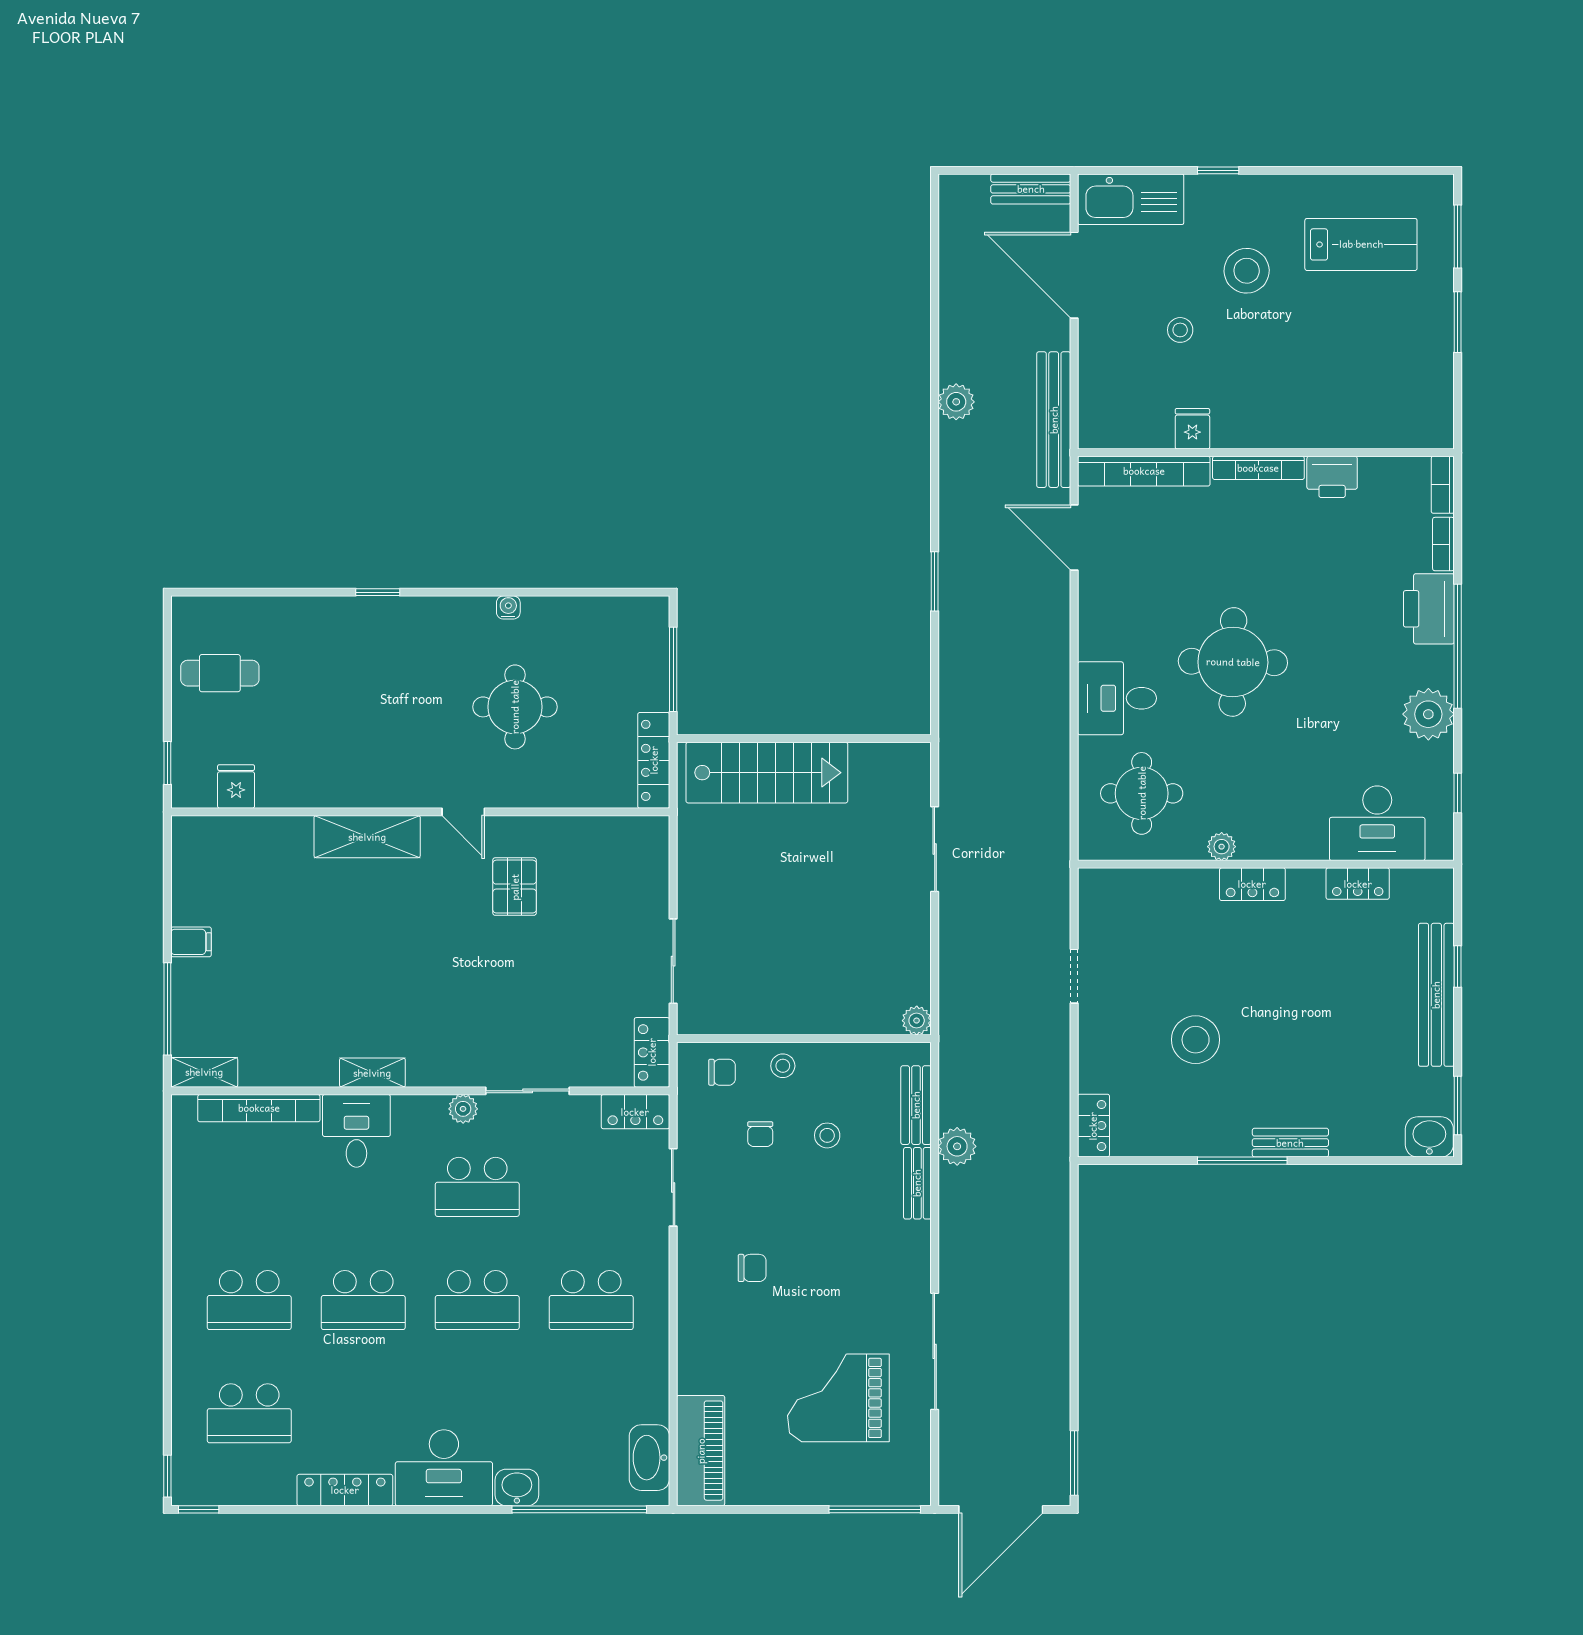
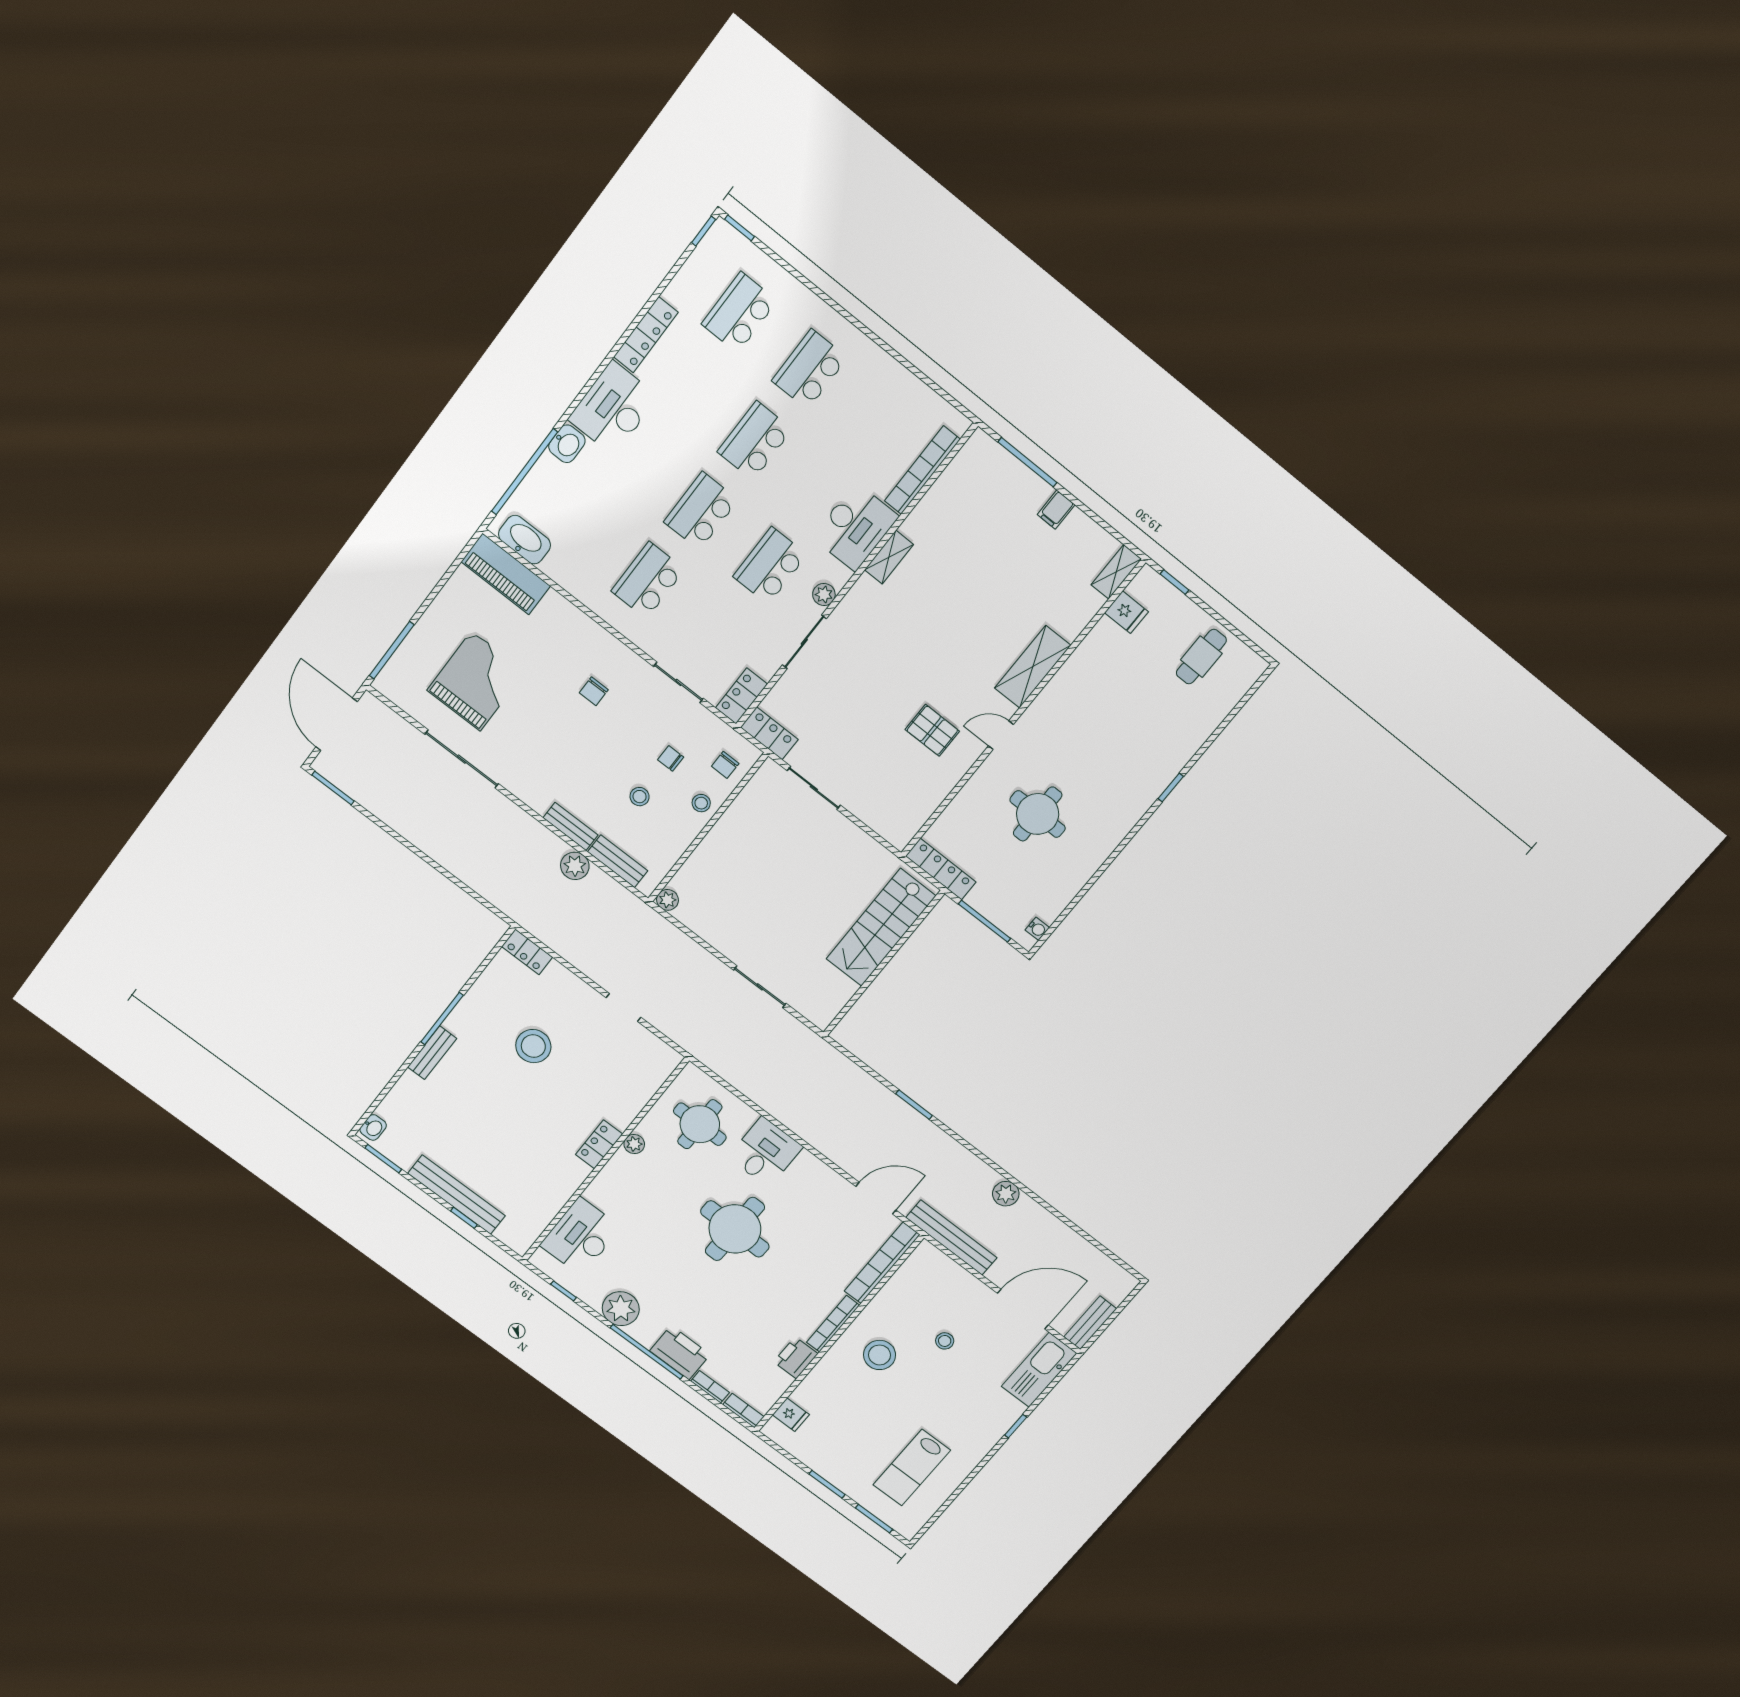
stool: (1247, 271) -> (880, 1355), moved
fridge: (1192, 429) -> (791, 1415), moved
water cooler: (508, 607) -> (1037, 929), moved
locker: (1358, 884) -> (554, 1200), removed
shelving: (204, 1072) -> (1116, 572), moved
desk: (356, 1131) -> (855, 527), width x1.37
washbasin: (1429, 1137) -> (373, 1127), width x0.72, depth x0.69

